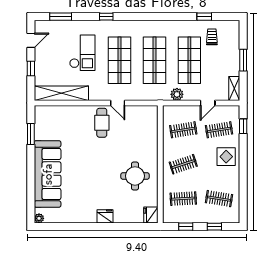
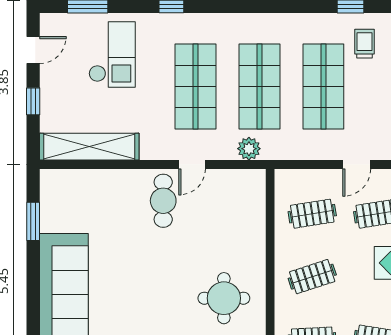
checkout: (82, 53) -> (112, 54), moved
plant: (177, 94) -> (249, 149), moved
door: (118, 103) -> (192, 164), hinge flipped

